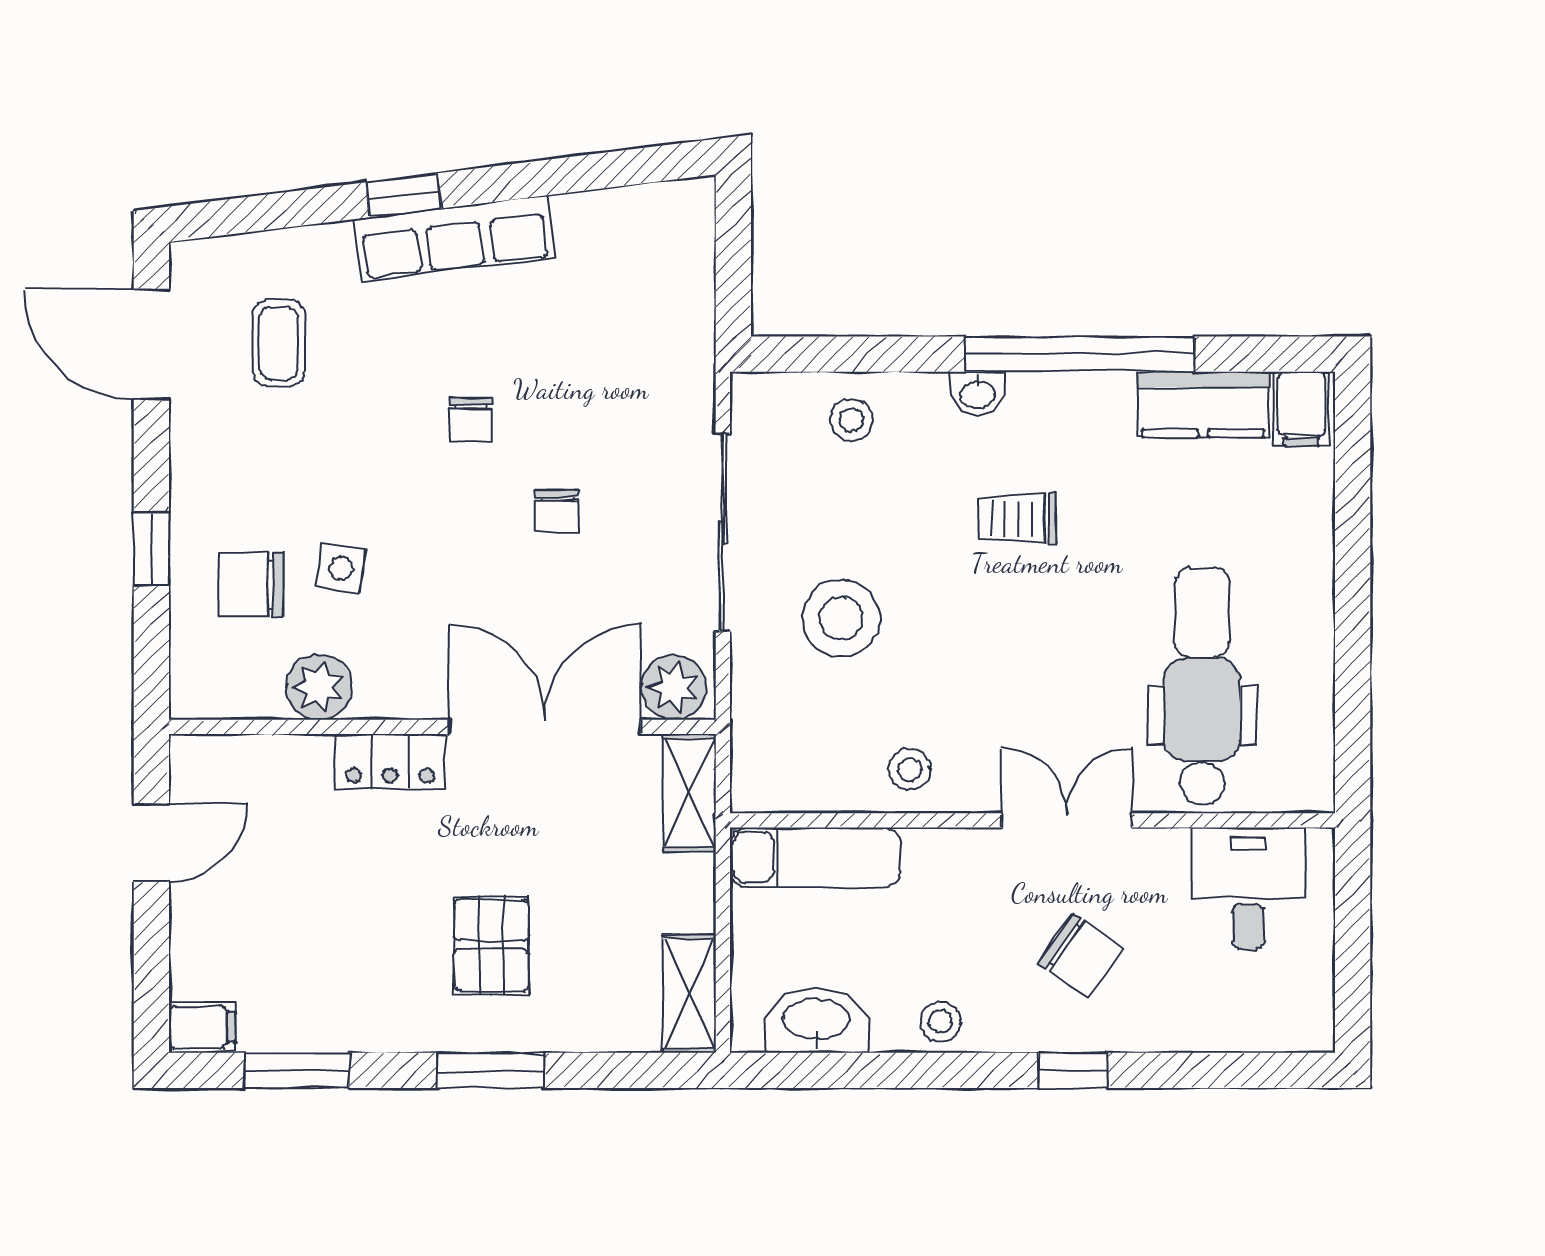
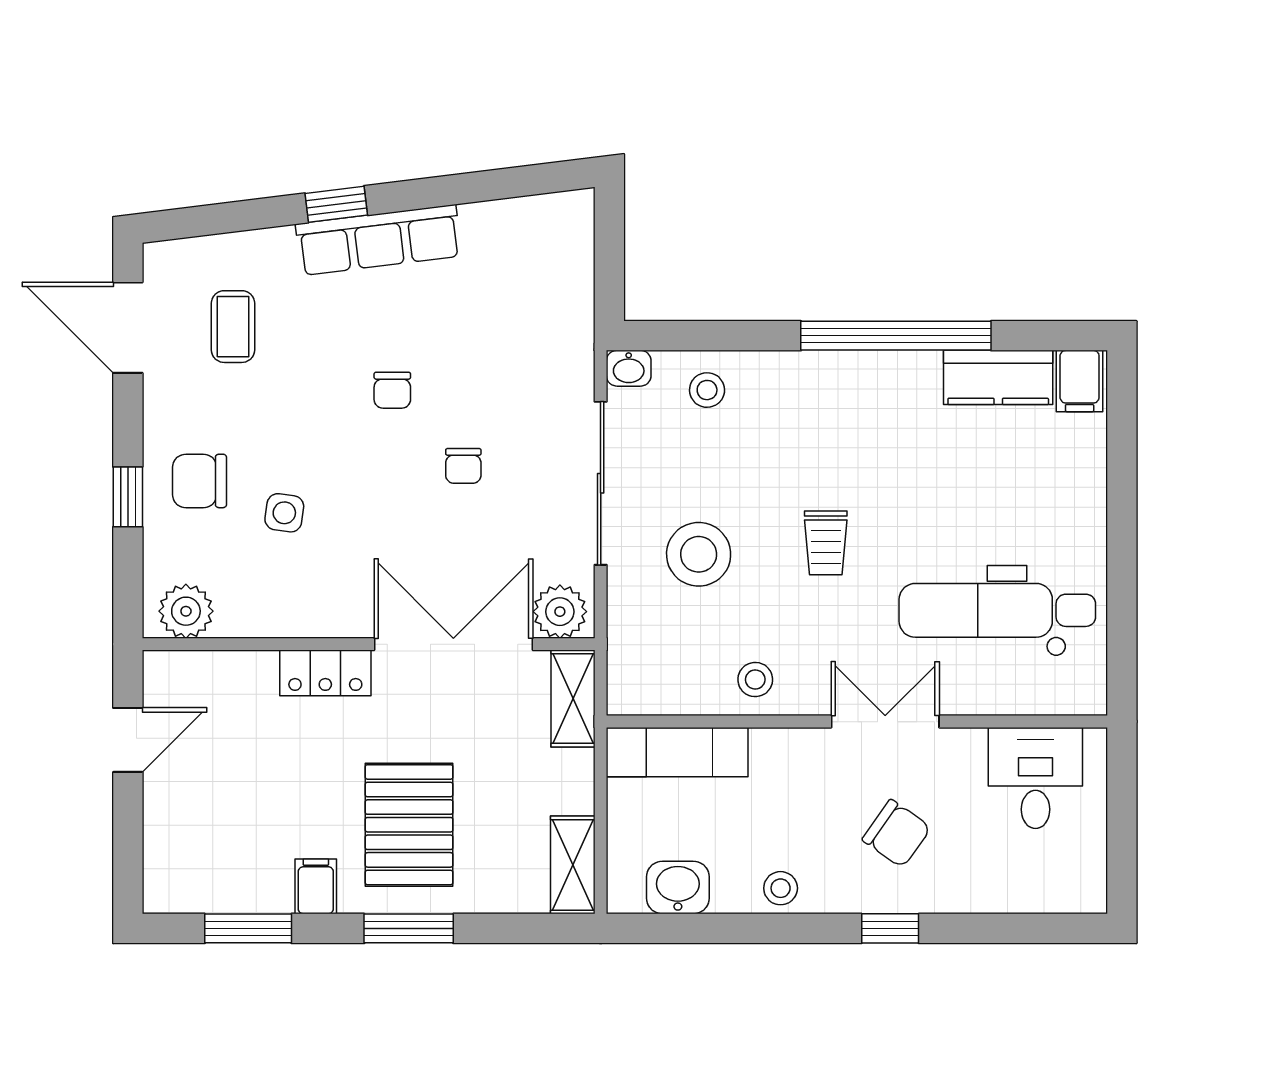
washbasin: (978, 393) -> (629, 368), moved
trolley: (1017, 519) -> (826, 543), moved, turned -90
chair: (251, 585) -> (199, 481), moved
dental chair: (1202, 686) -> (997, 610), turned -90
plant: (319, 687) -> (186, 611), moved
pallet: (491, 945) -> (409, 825), width x1.50, depth x1.42
washbasin: (816, 1021) -> (678, 888), width x0.72
filing cabinet: (202, 1027) -> (316, 886), moved, turned -90

